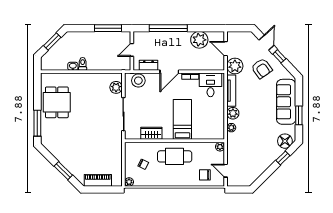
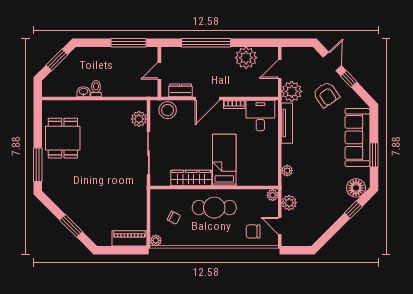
door: (226, 49) -> (280, 69), hinge flipped
plant: (233, 113) -> (289, 203), moved
wardrobe: (151, 133) -> (191, 178), width x1.50
piano: (98, 180) -> (129, 238), moved

